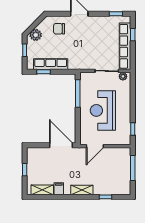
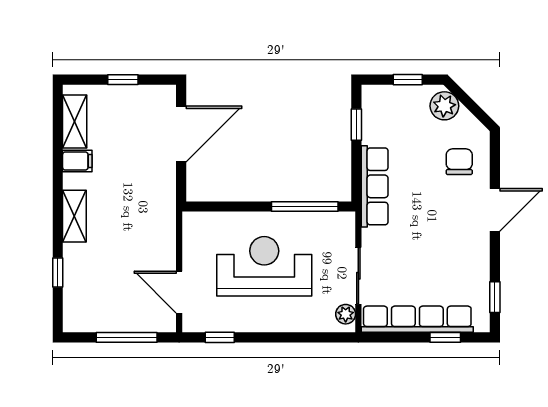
row of seats: (51, 64) -> (375, 186), moved
door: (61, 145) -> (181, 134), moved
door: (95, 146) -> (179, 292), moved

